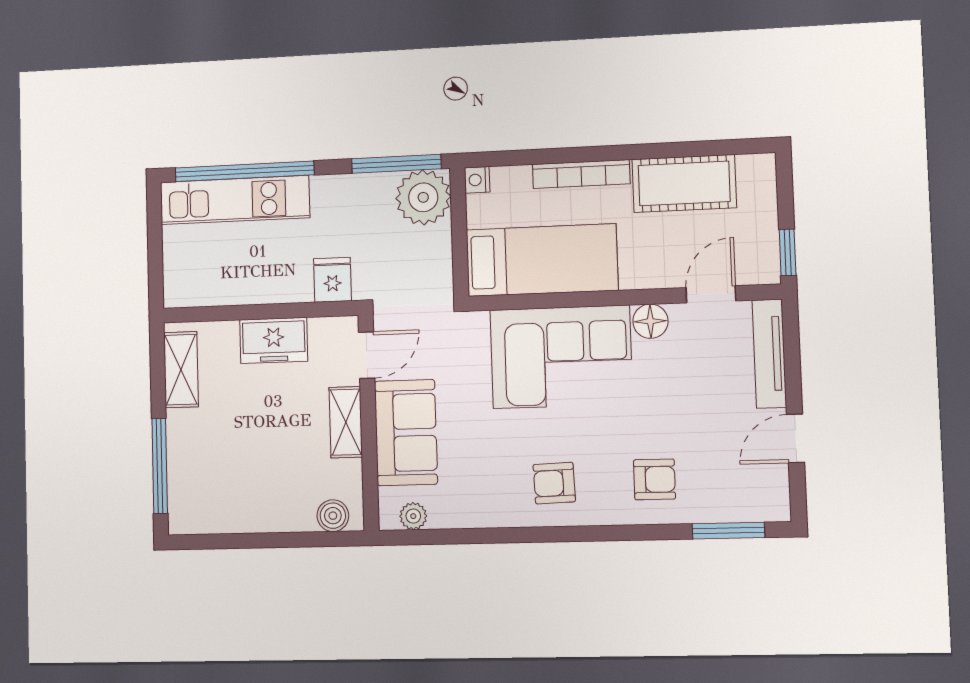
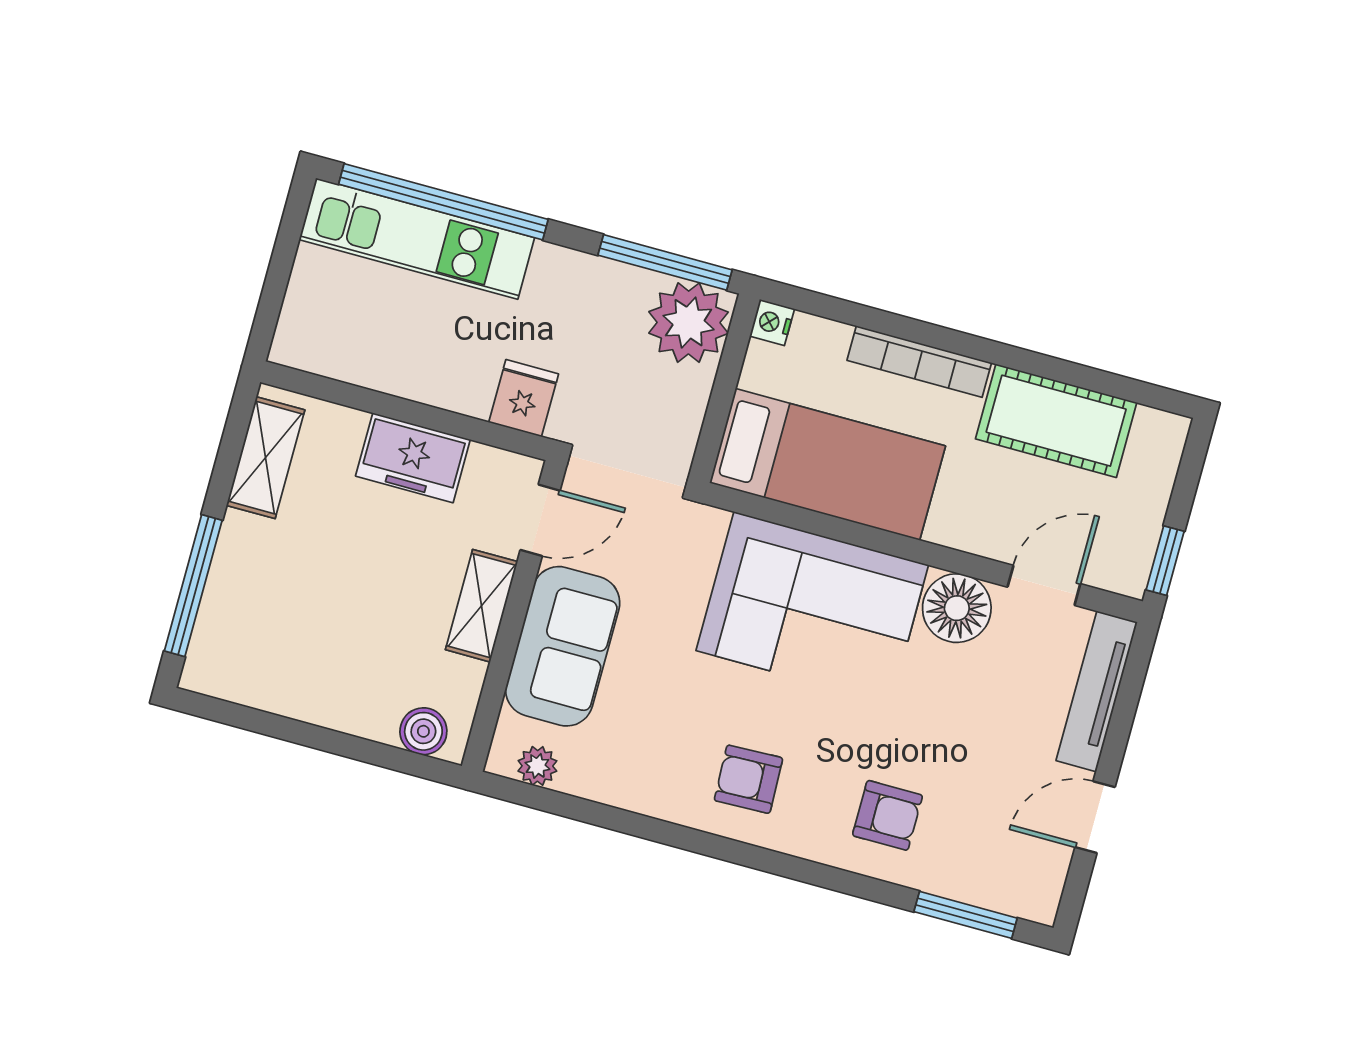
floor lamp: (650, 321) -> (957, 608), width x1.38, depth x1.38

